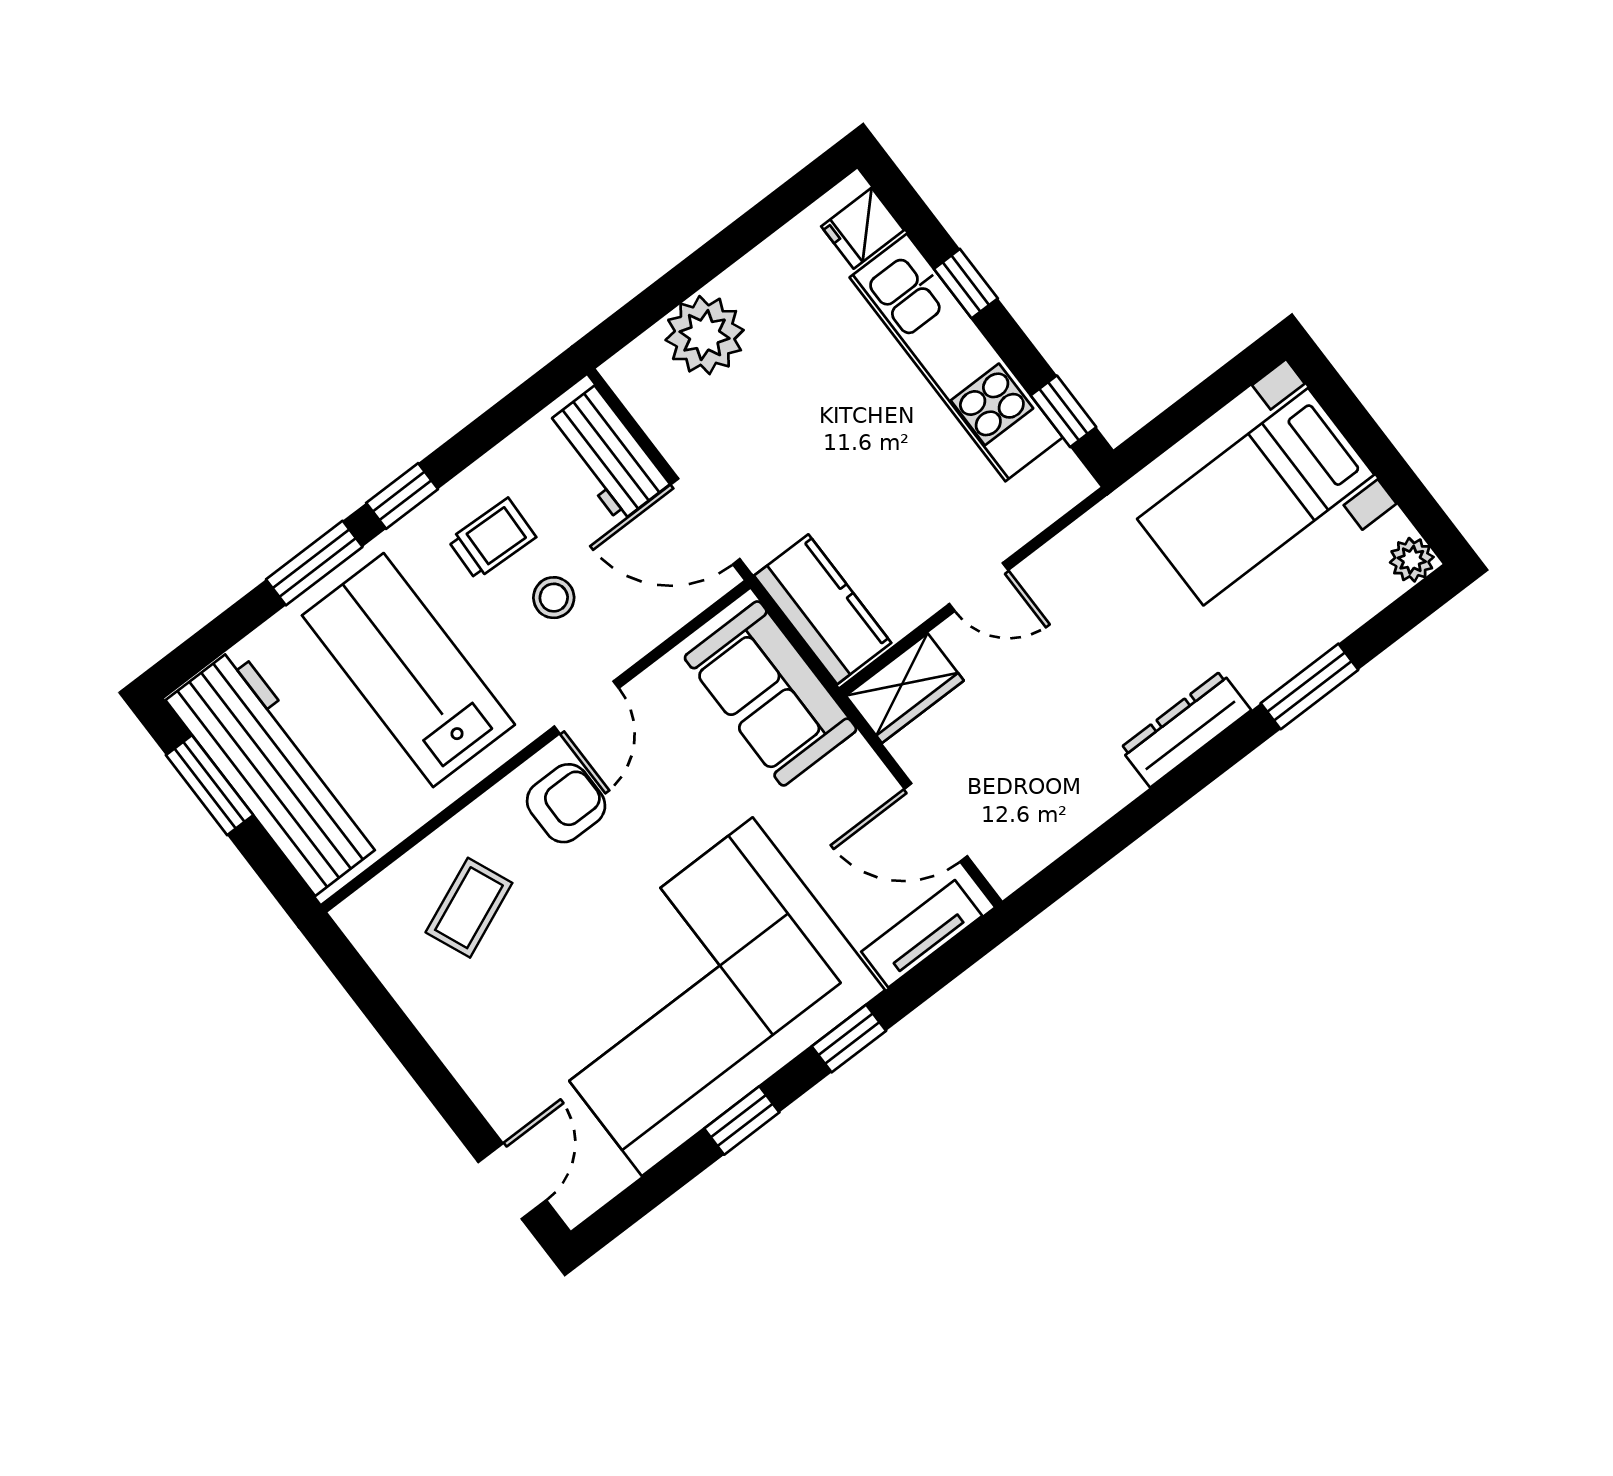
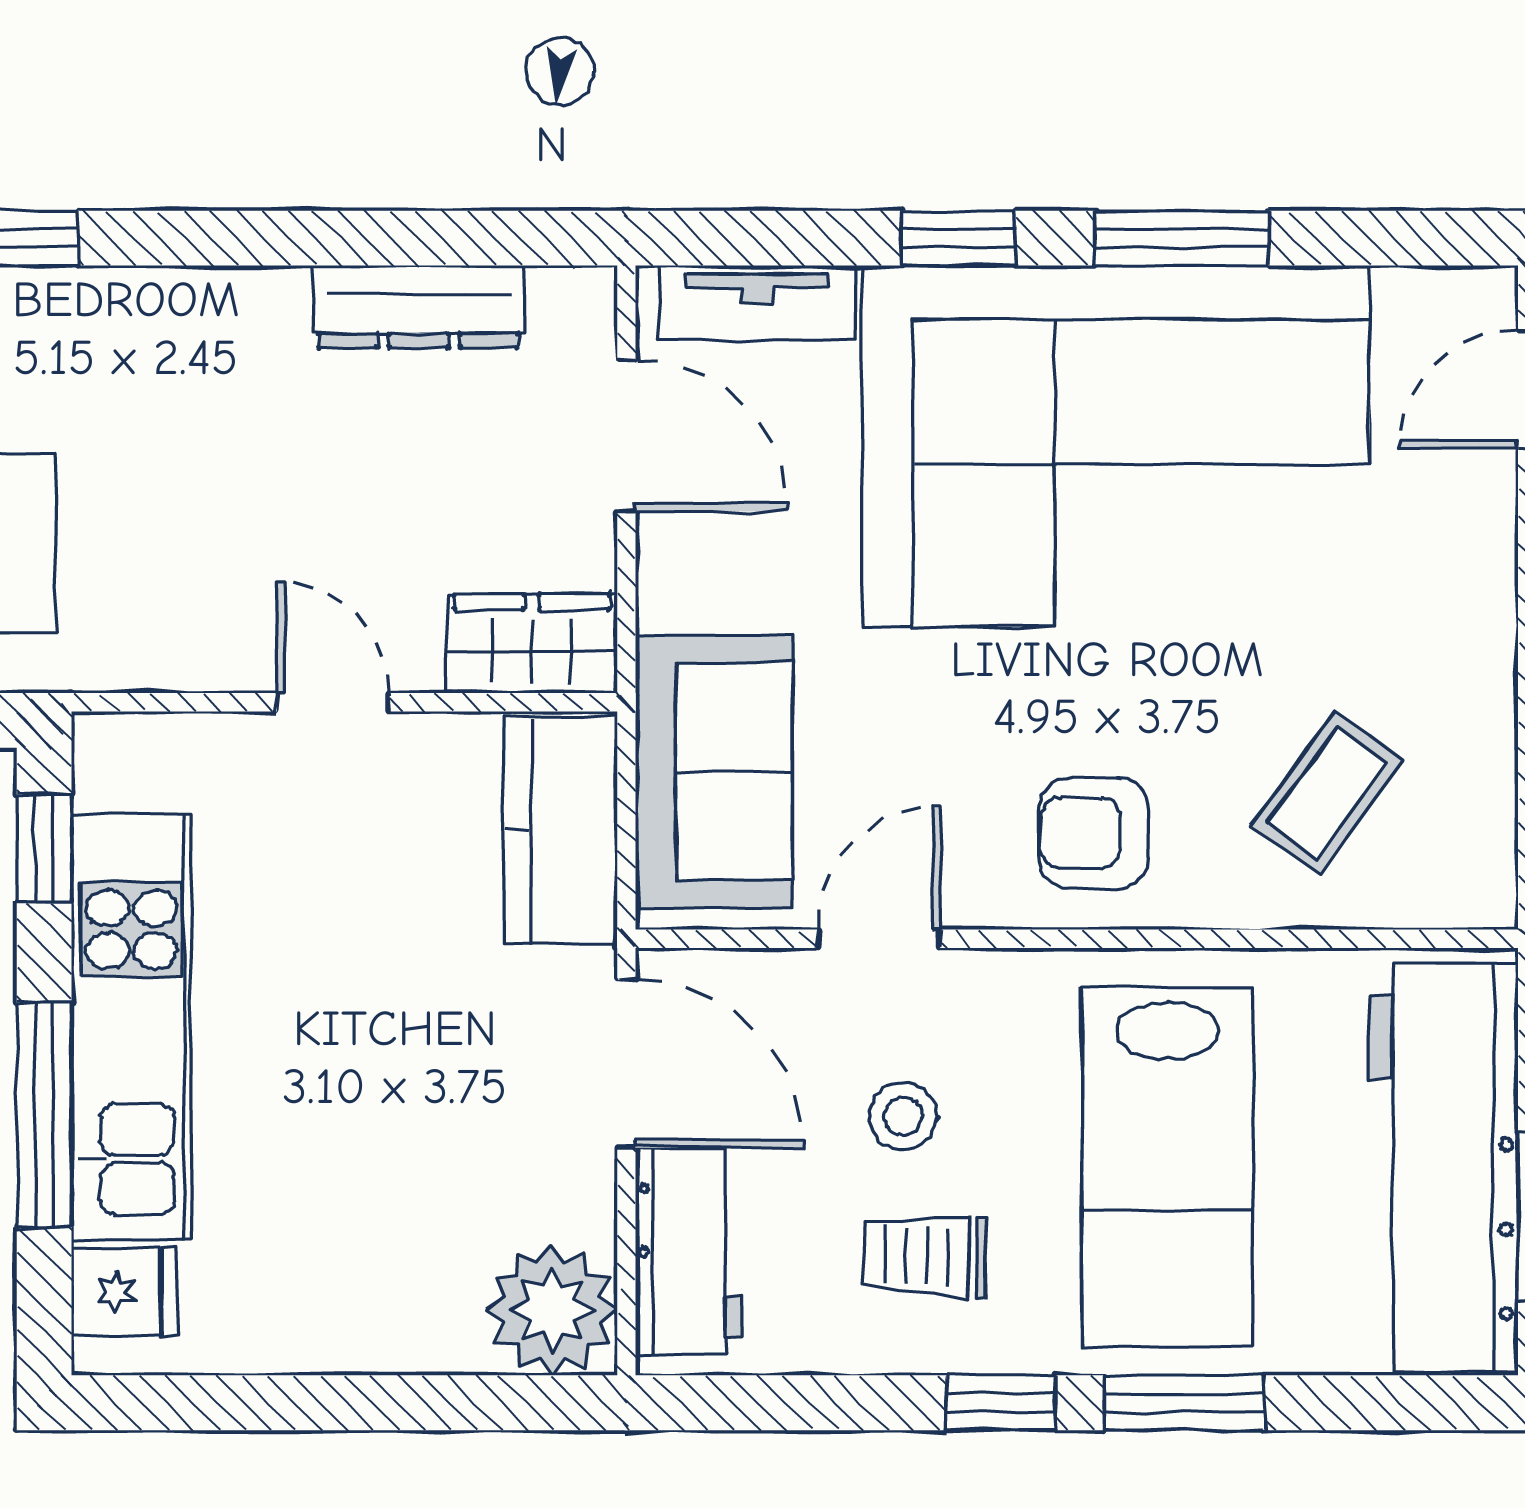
window: (966, 284) -> (44, 1115), width x2.17
plant: (705, 335) -> (552, 1310), moved
door: (586, 707) -> (879, 939), moved
dresser: (1186, 729) -> (419, 307), moved
coffee table: (469, 908) -> (1327, 793), turned -31
window: (742, 1121) -> (1182, 238), width x1.50

